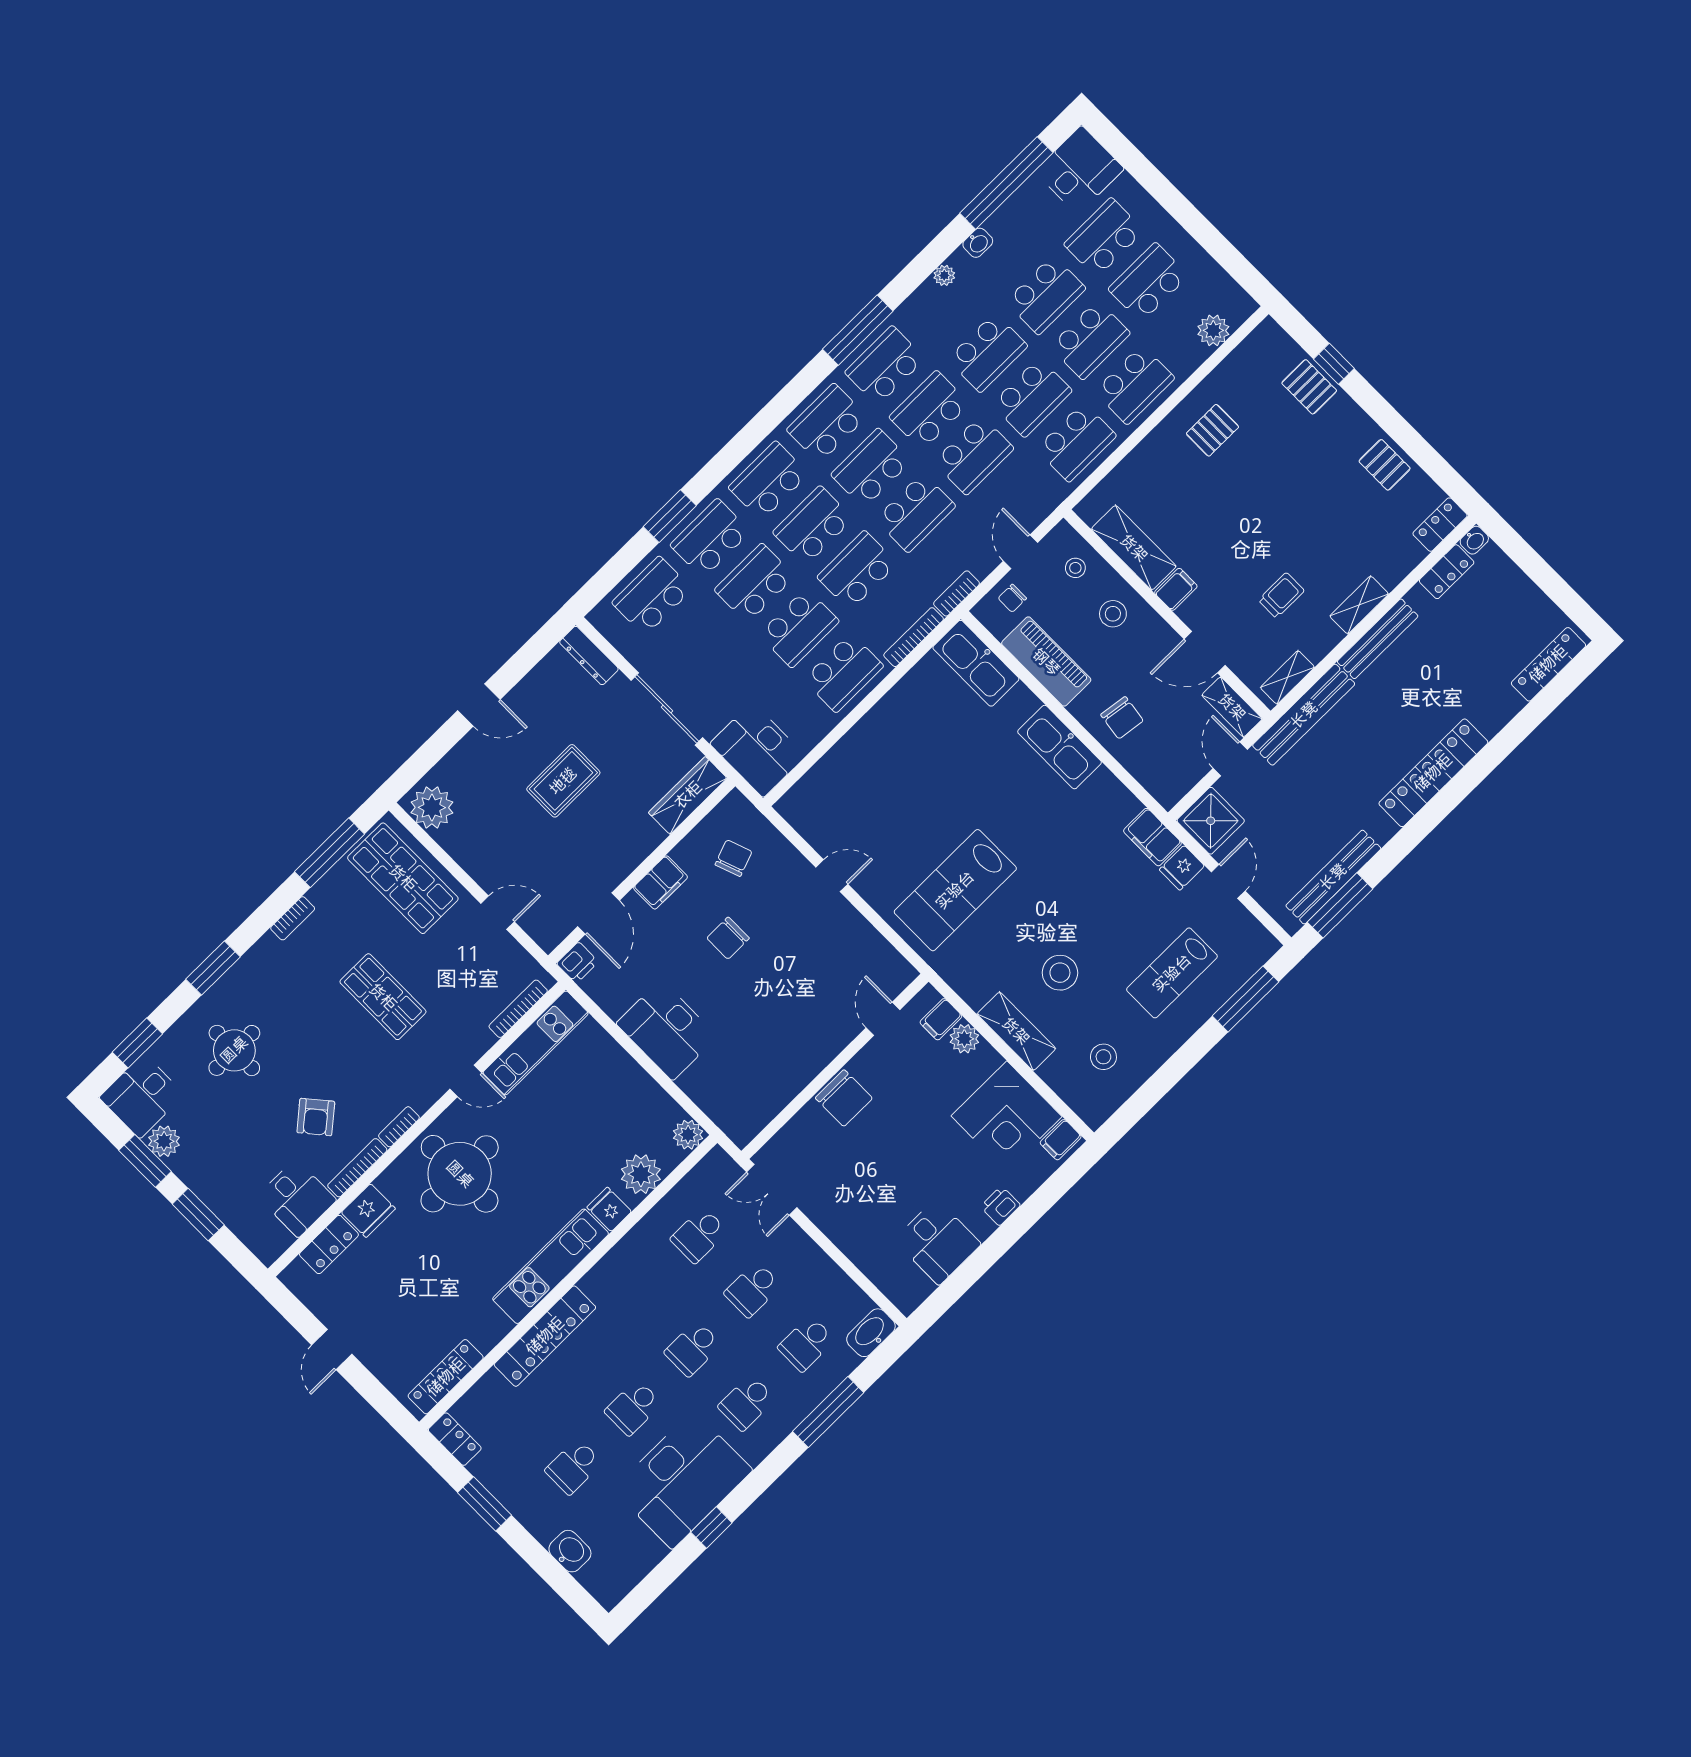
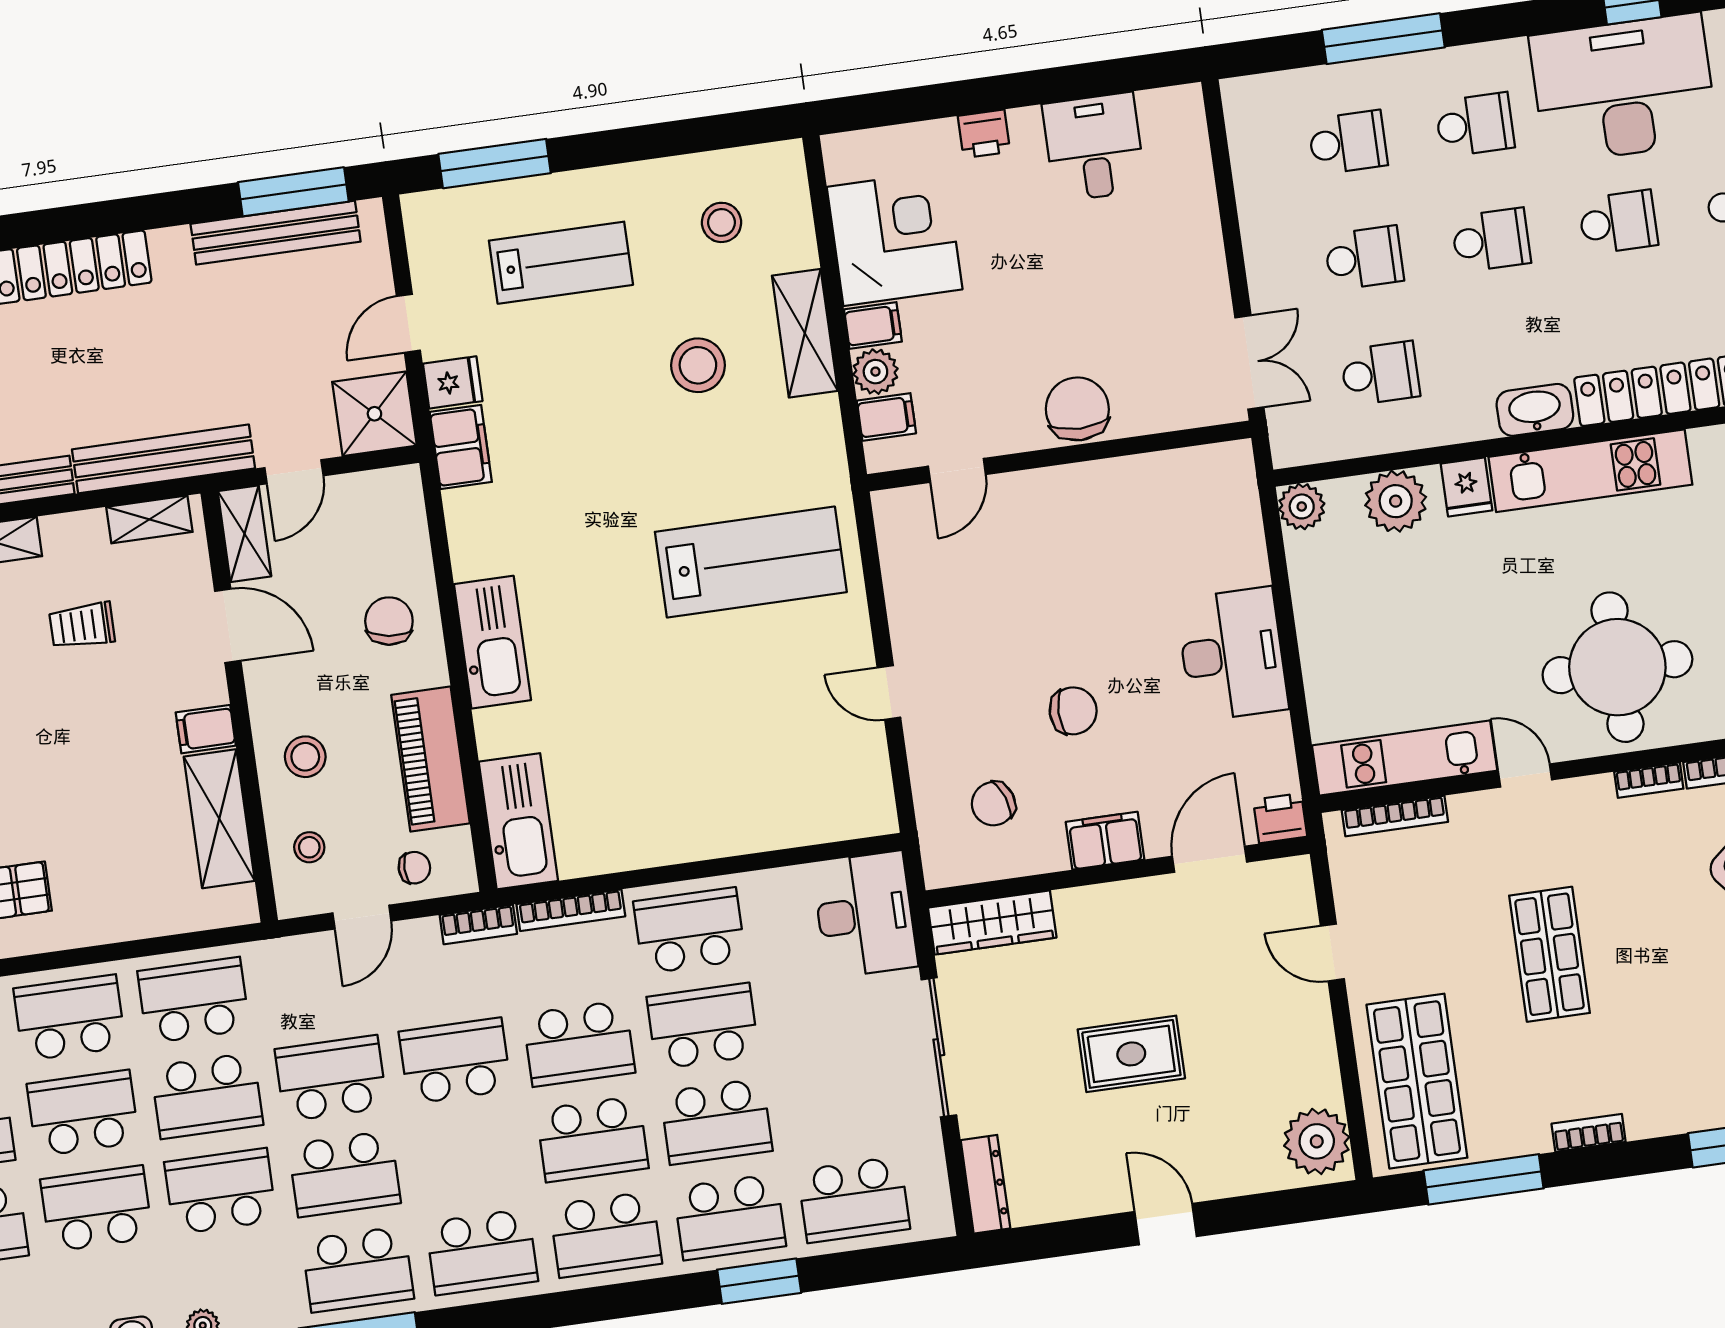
school desk: (1032, 398) -> (207, 1096), turned 180
school desk: (871, 468) -> (468, 1156), removed
filing cabinet: (1061, 1140) -> (873, 326), moved
washbasin: (871, 1333) -> (1535, 410), moved, turned 180

